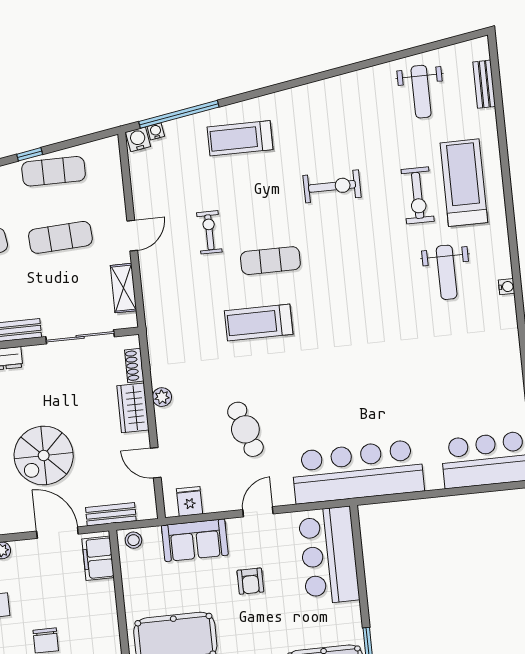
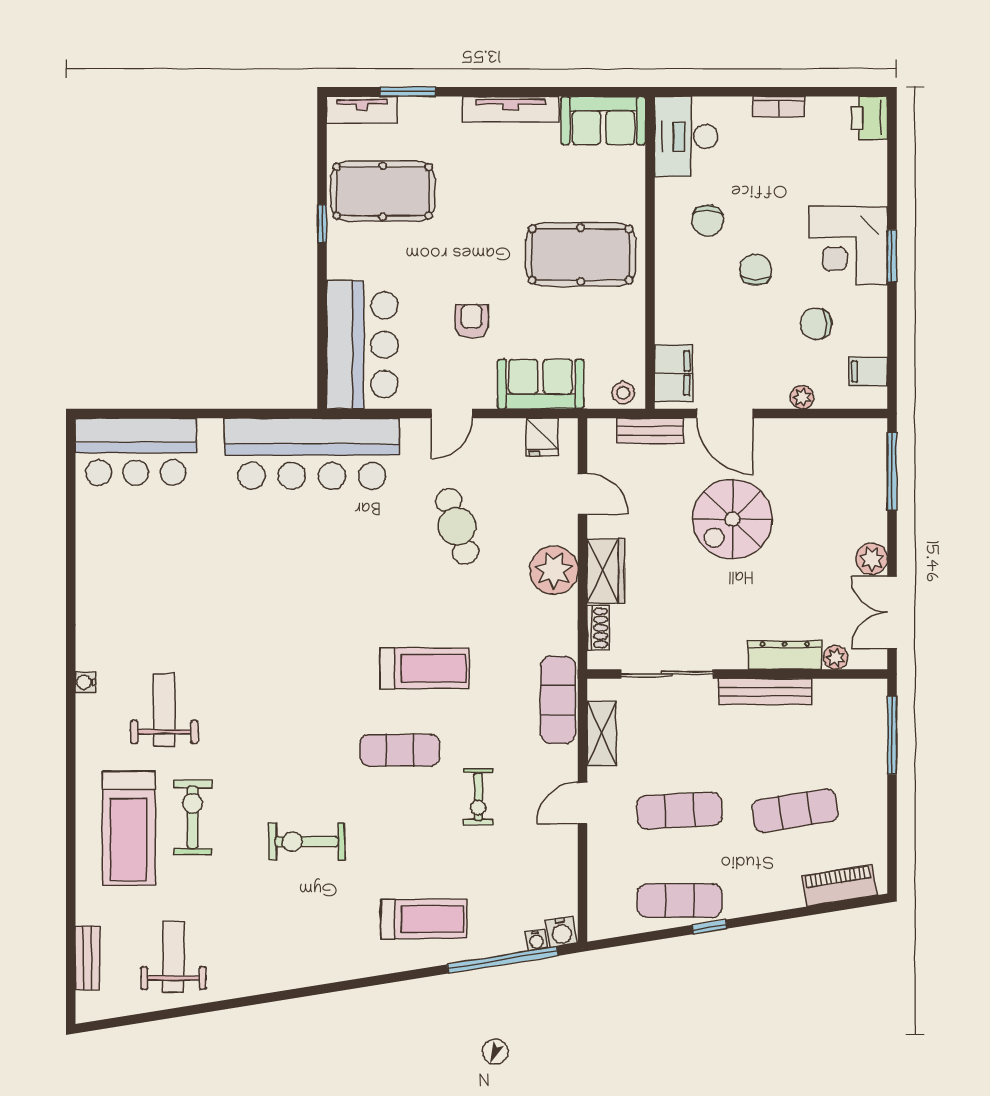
exercise mat: (158, 310) -> (558, 700), added
plant: (162, 397) -> (554, 570), width x1.87, depth x1.87
spiral stairs: (44, 455) -> (732, 519), turned 180

